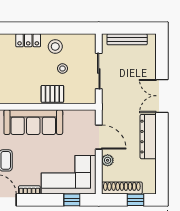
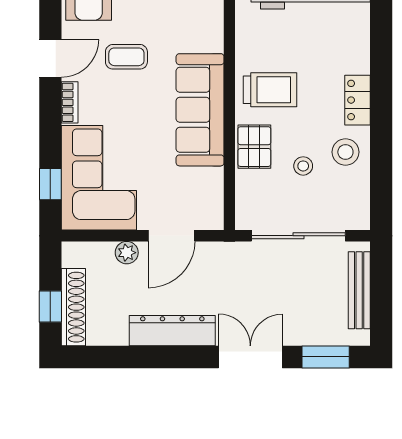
window: (162, 57) -> (326, 357), added
sliding door: (99, 71) -> (298, 236), width x1.37
trolley: (23, 86) -> (270, 90), added
shoe rack: (122, 188) -> (73, 307), moved

